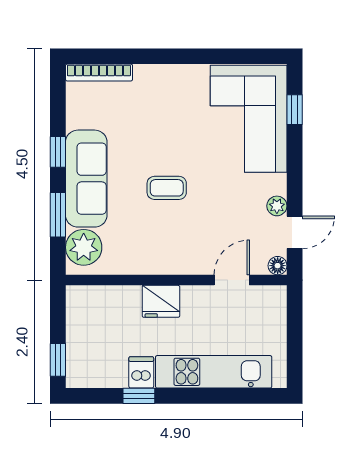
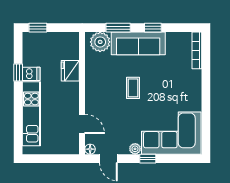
window: (295, 110) -> (148, 159), moved
plant: (277, 206) -> (135, 149), moved
fridge: (161, 301) -> (70, 71), moved

